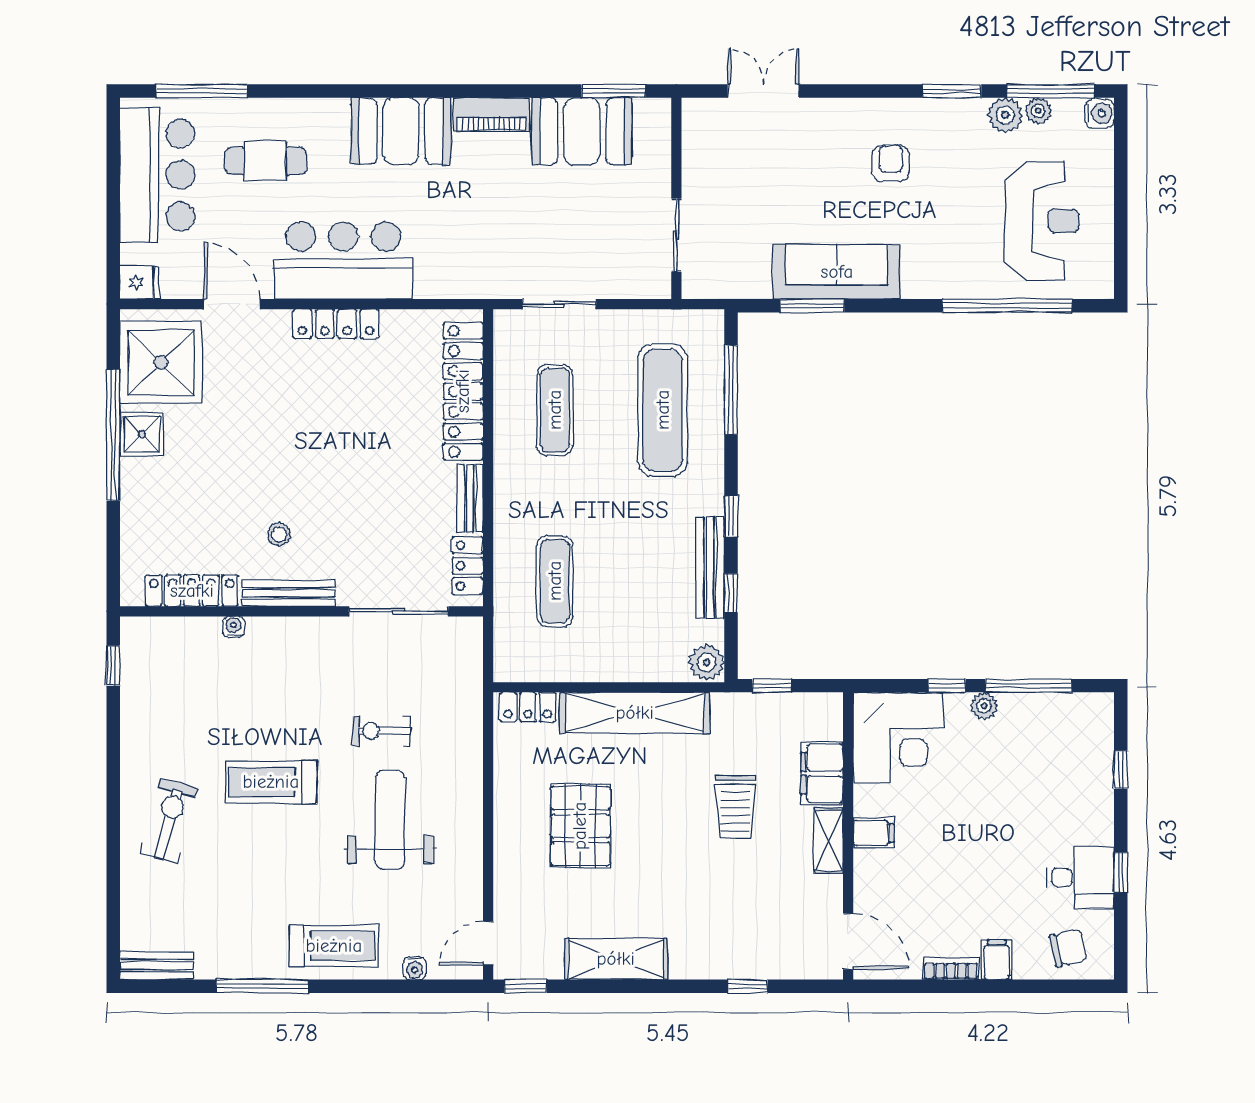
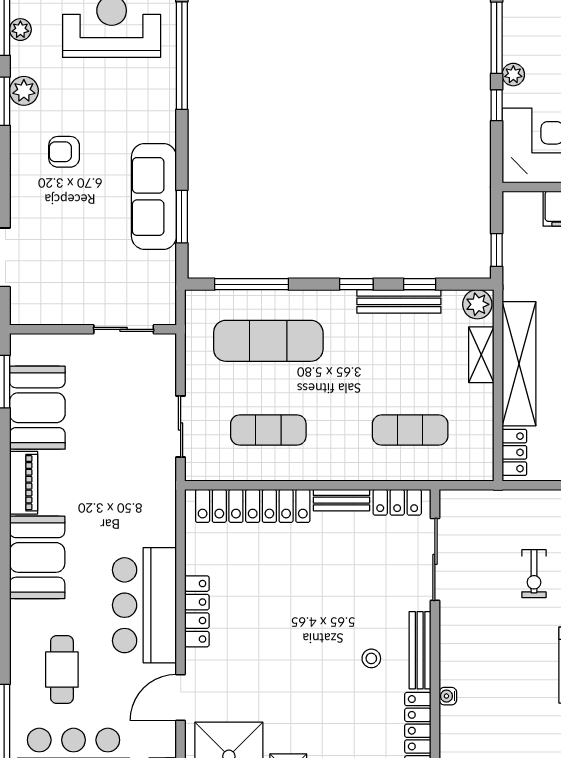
plant: (1005, 115) -> (24, 91), moved
shelving: (646, 667) -> (481, 355), added

